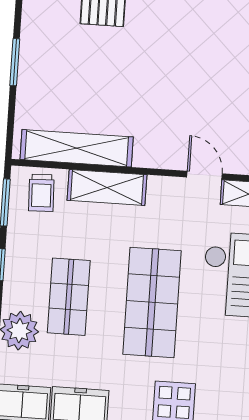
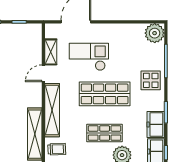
shelving: (107, 187) -> (52, 110), width x1.47

